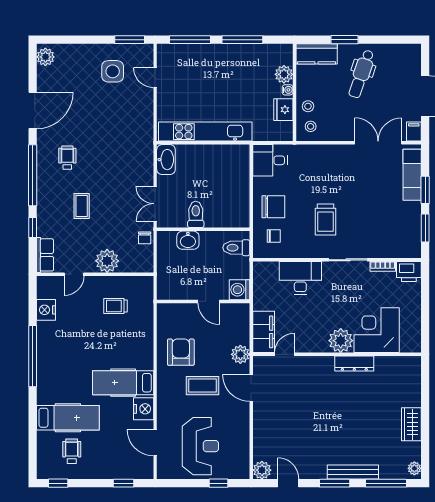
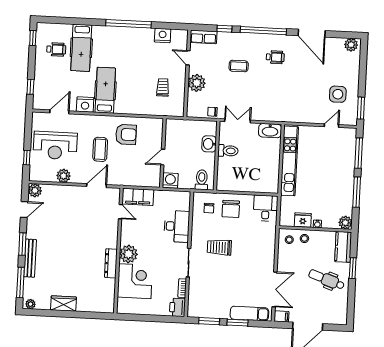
plant: (284, 74) -> (345, 223), moved
plant: (240, 354) -> (63, 176), moved

